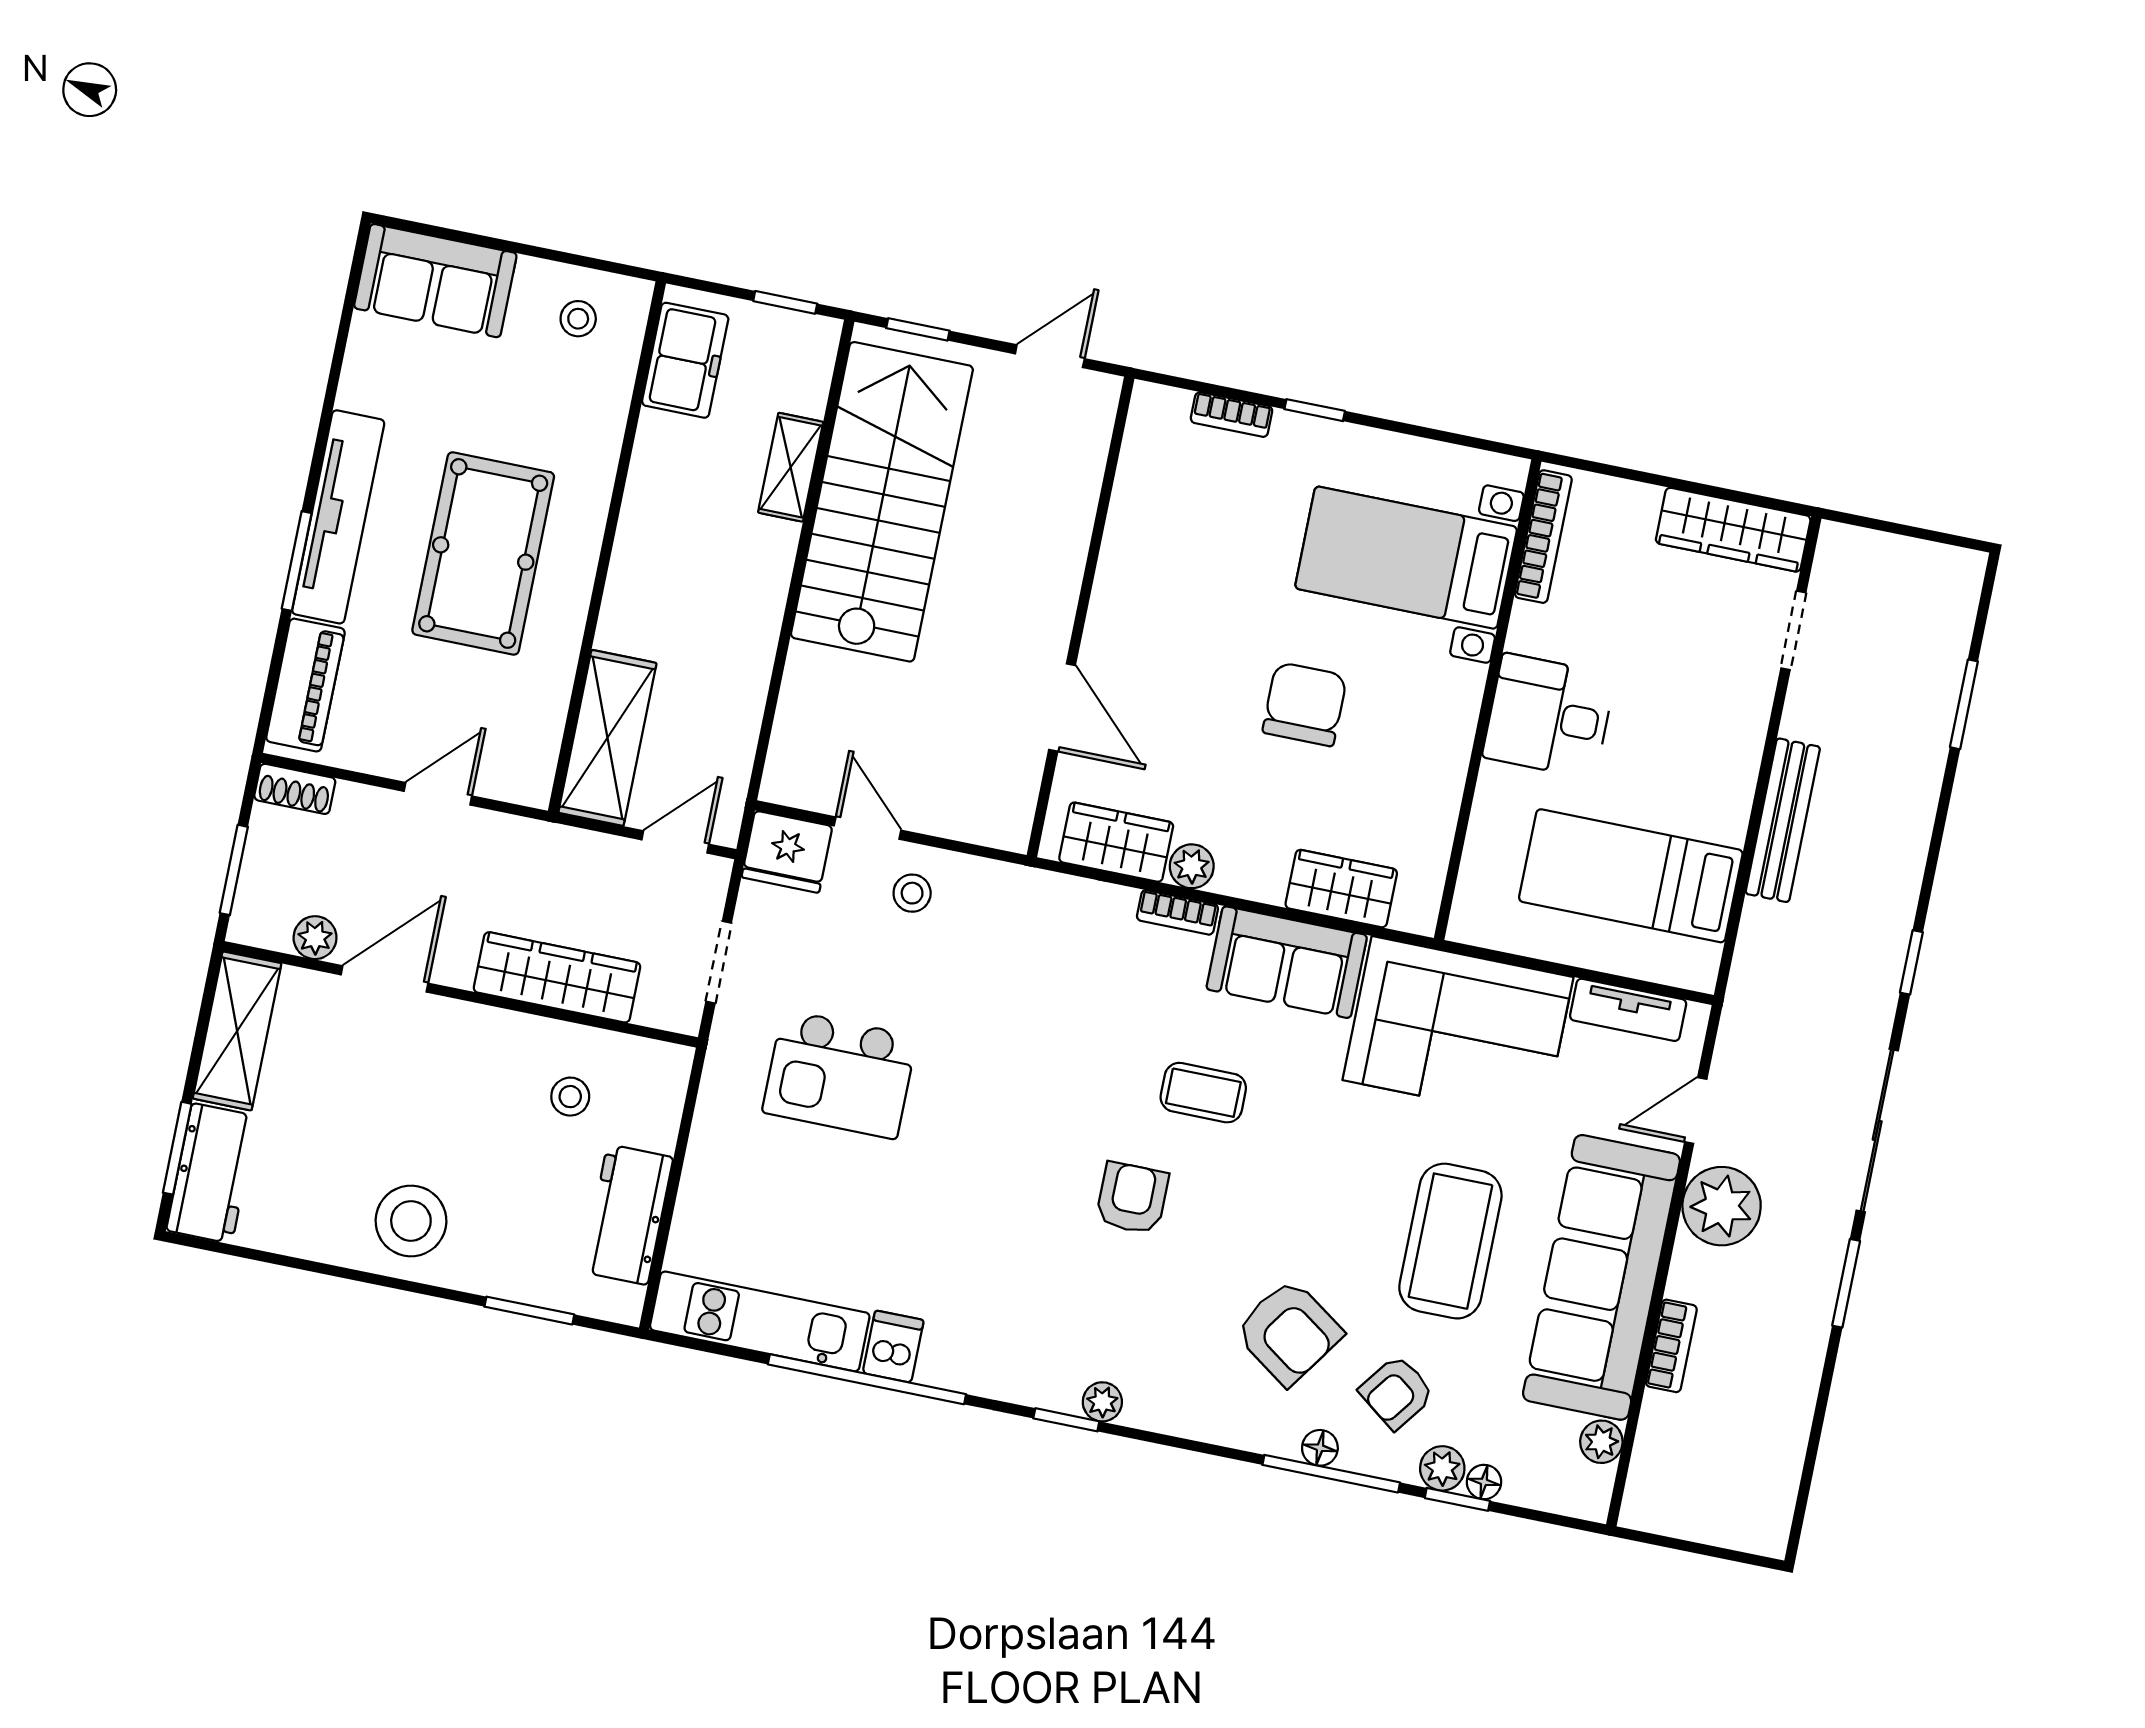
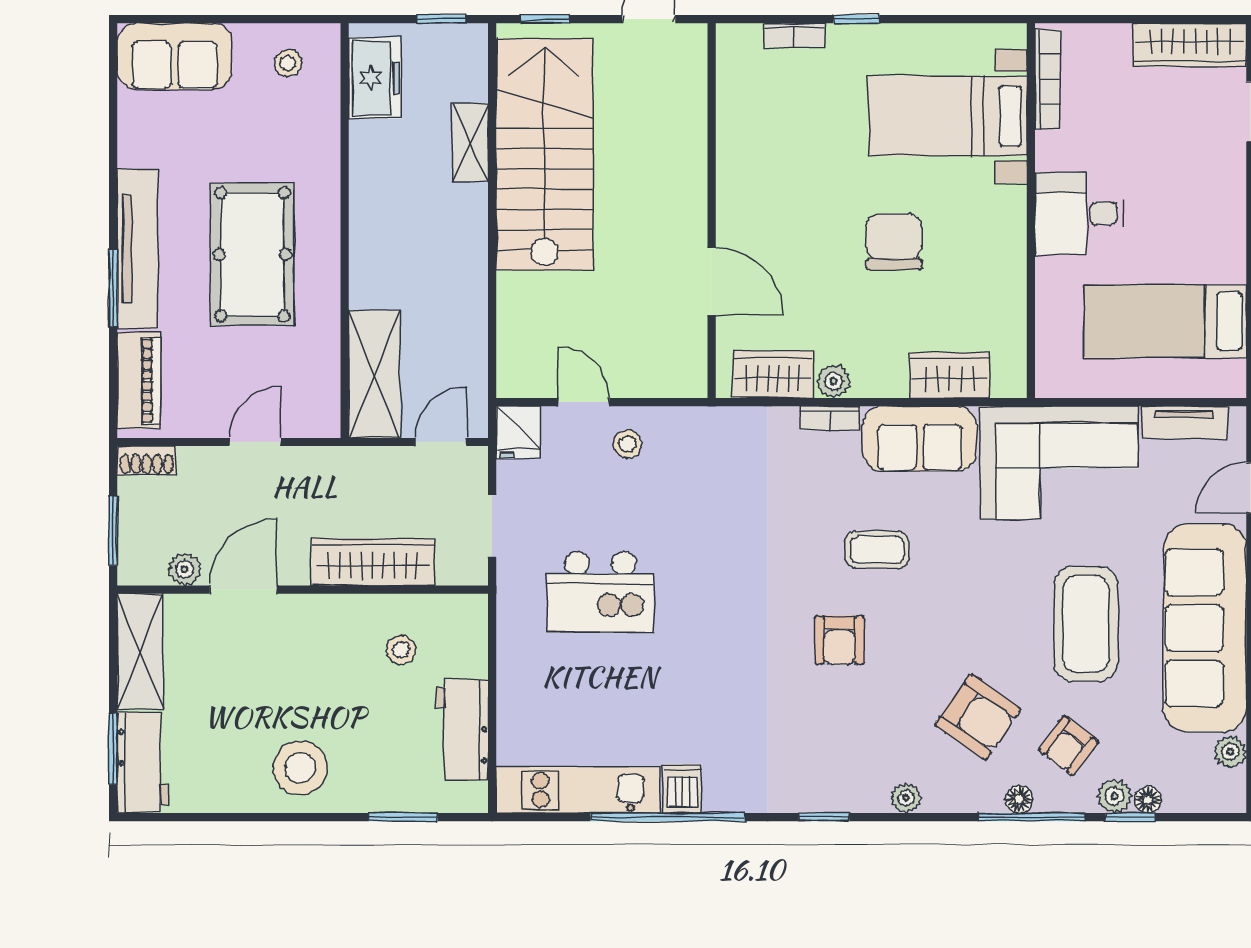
fridge: (787, 852) -> (518, 432), width x0.72
armchair: (1132, 1198) -> (840, 640), turned 180
plant: (1102, 1402) -> (906, 798), moved

